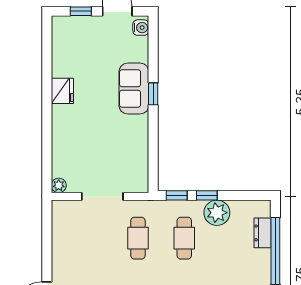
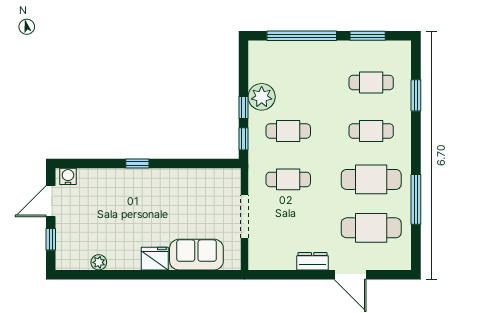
sofa: (134, 89) -> (196, 255), moved, turned 180
fridge: (62, 91) -> (155, 259), moved
plant: (59, 185) -> (99, 262), moved
dresser: (263, 233) -> (313, 261), moved, turned 180

